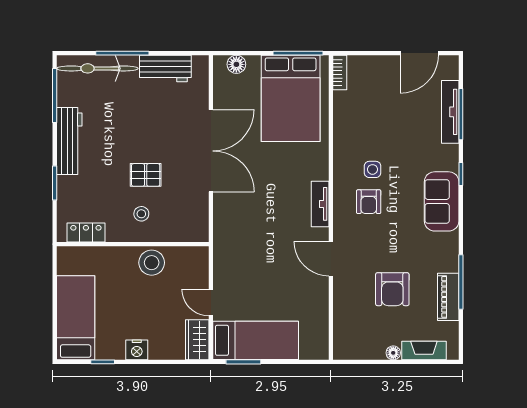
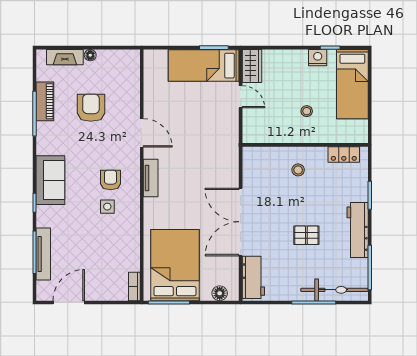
workbench: (165, 69) -> (253, 277), moved, turned 90
pallet: (146, 175) -> (306, 235), moved
stool: (152, 263) -> (307, 111), moved, width x0.53, depth x0.53
nightstand: (137, 350) -> (318, 58), moved

